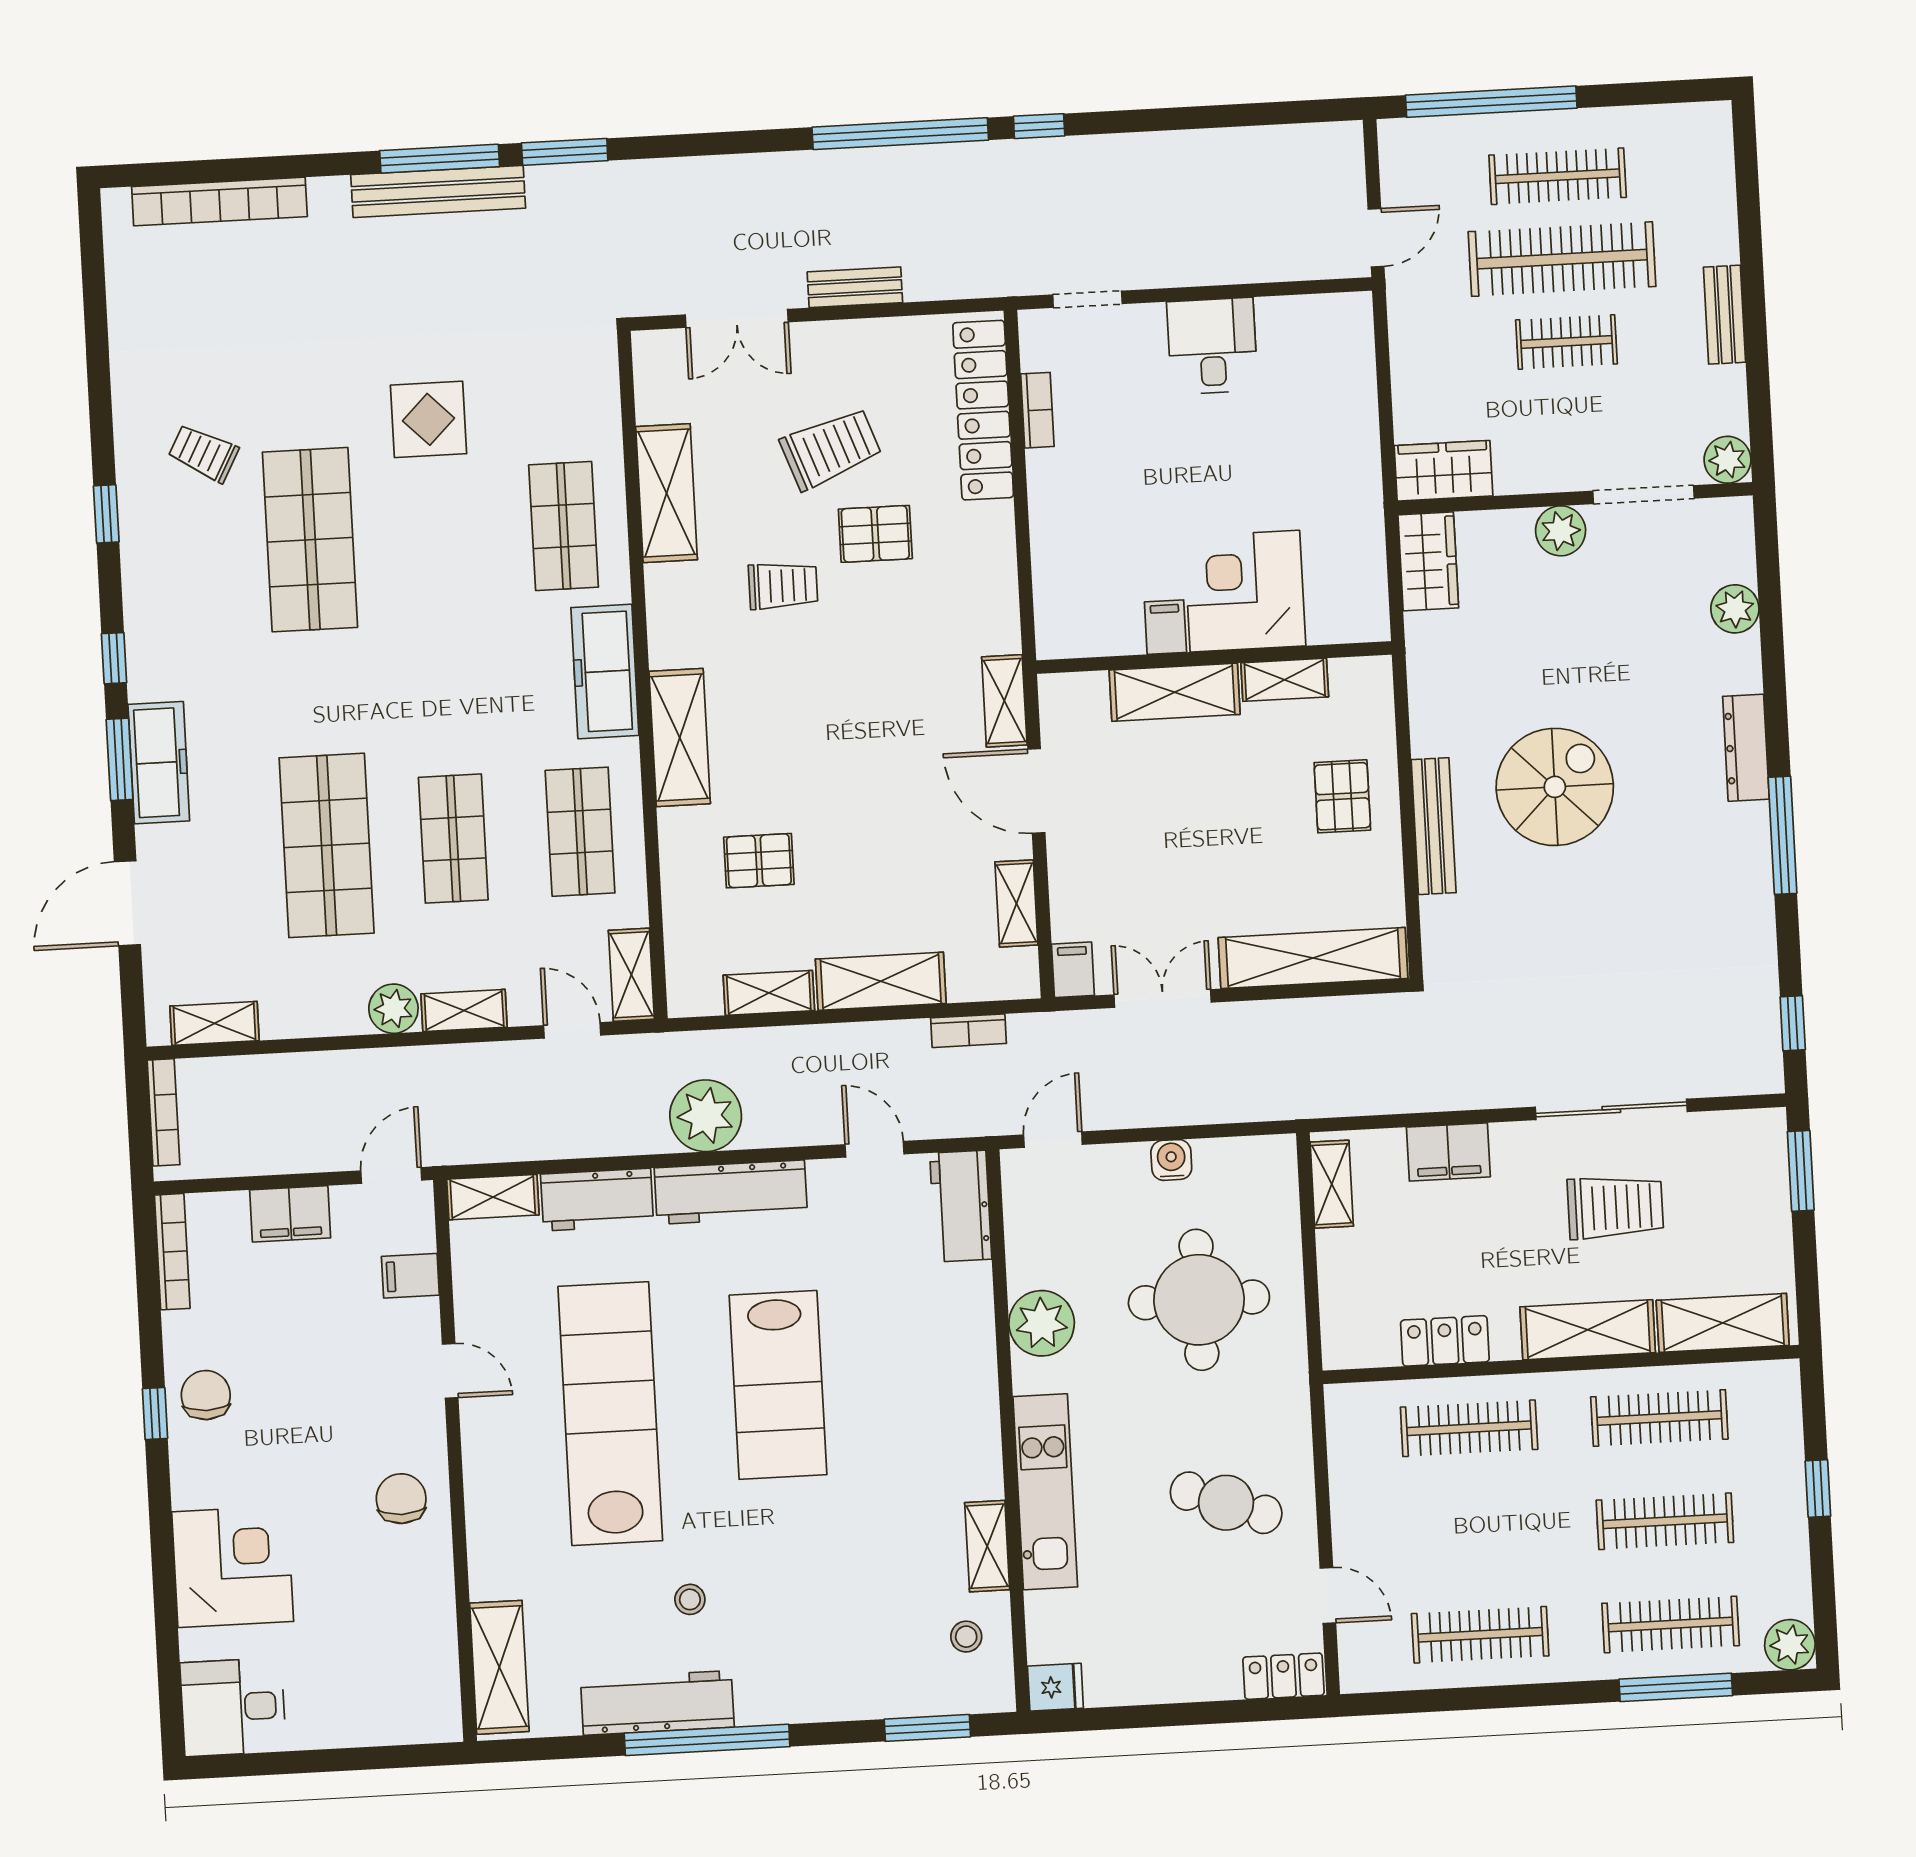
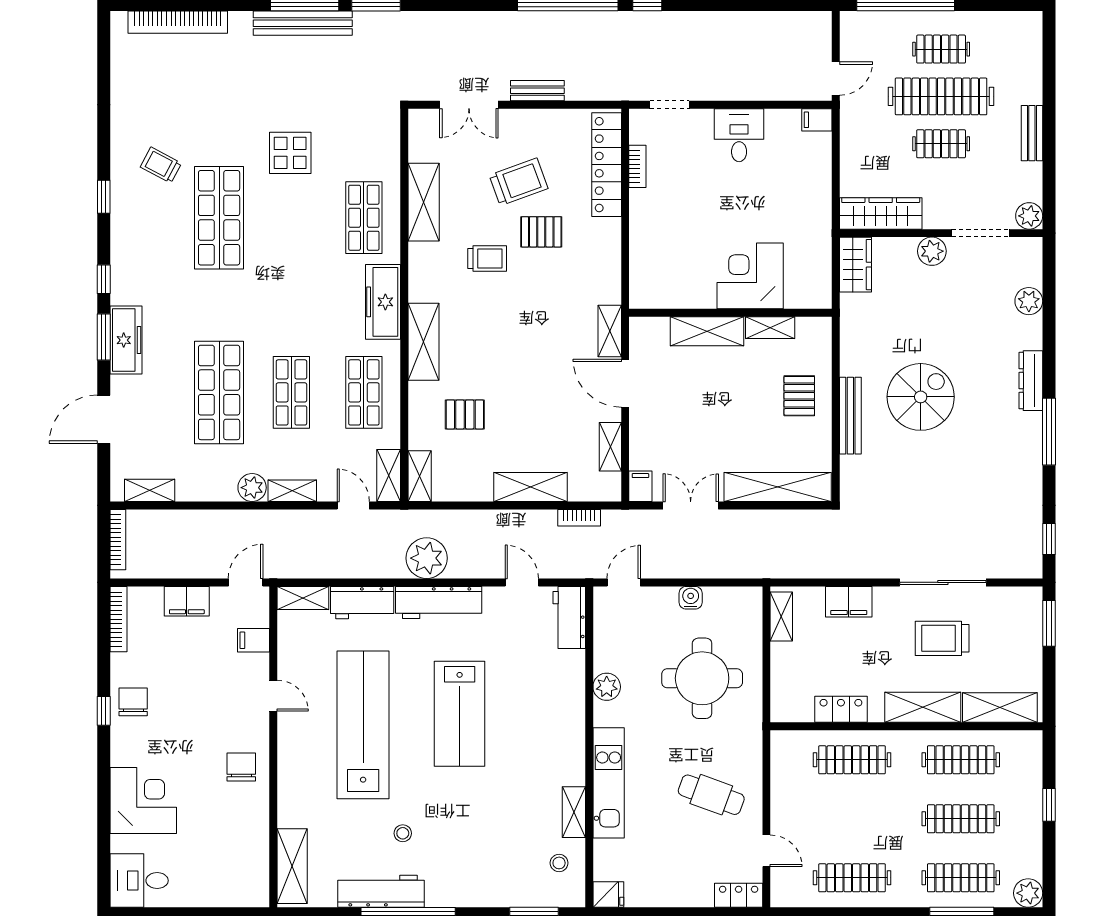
clothes rail: (1558, 176) -> (941, 49), width x0.73
wardrobe: (1443, 471) -> (881, 213), width x1.50
filing cabinet: (1165, 627) -> (817, 120), moved, turned -90
shelving: (769, 993) -> (420, 476), moved, turned 90
trolley: (1615, 1207) -> (942, 638), turned 180
plant: (1042, 1323) -> (607, 687), width x0.73, depth x0.73

